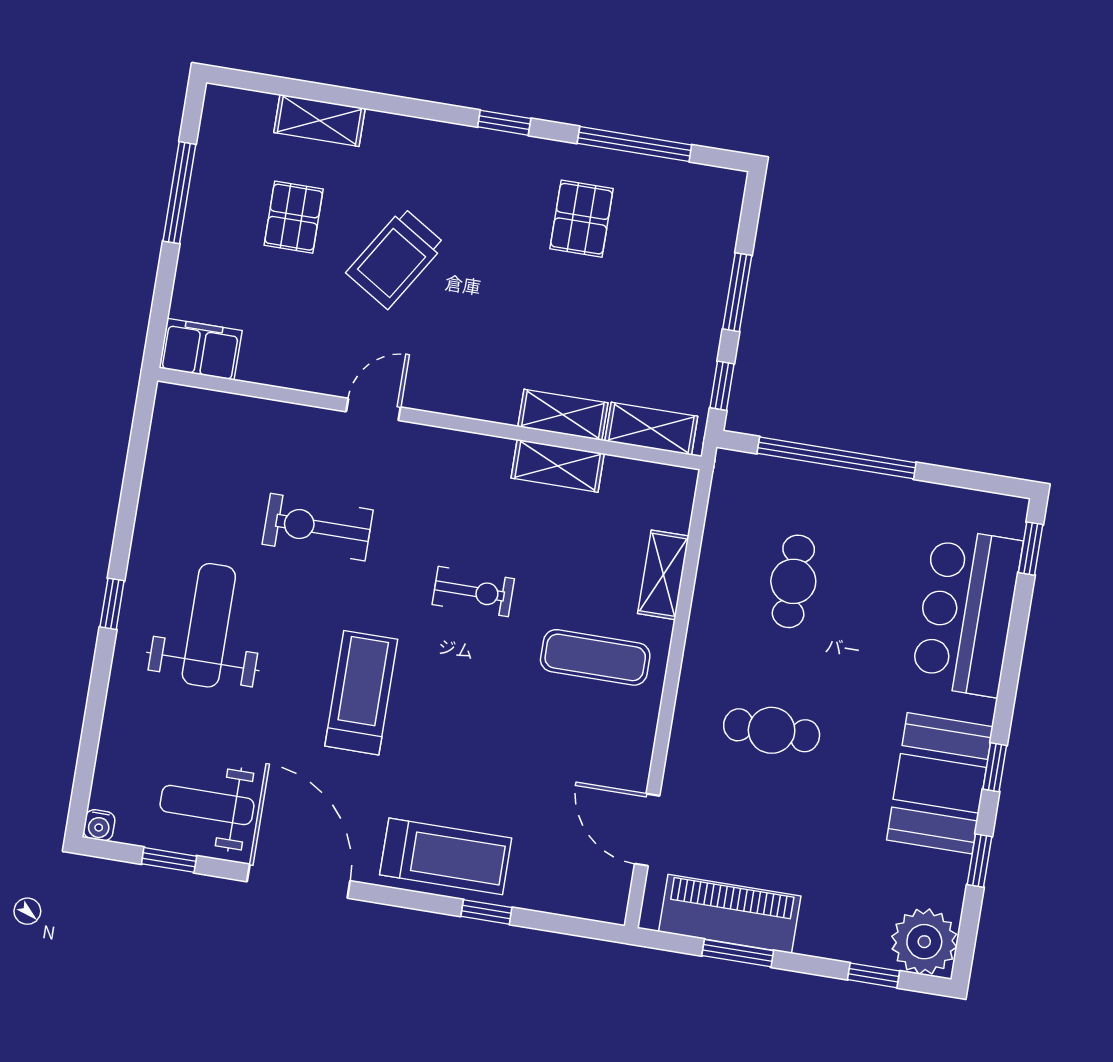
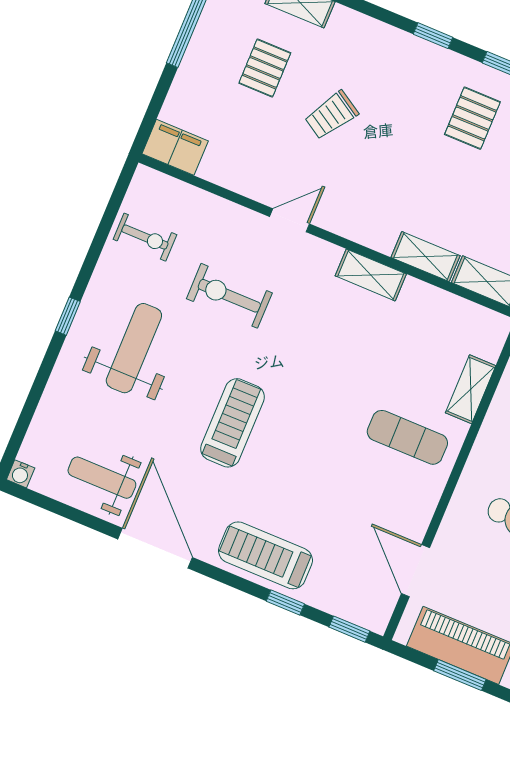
trolley: (396, 258) -> (331, 115), width x0.73, depth x0.72
shelving: (558, 466) -> (371, 275), moved
exercise bike: (473, 592) -> (145, 237), moved
treadmill: (446, 856) -> (265, 555), turned 180
window: (169, 860) -> (349, 629), moved

